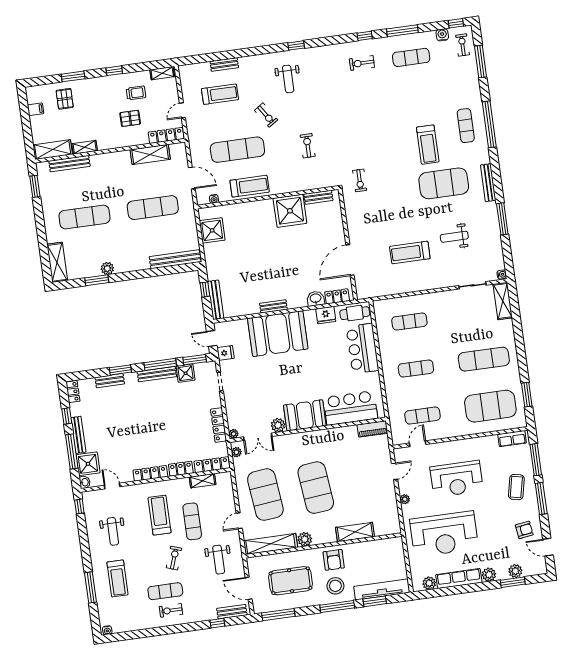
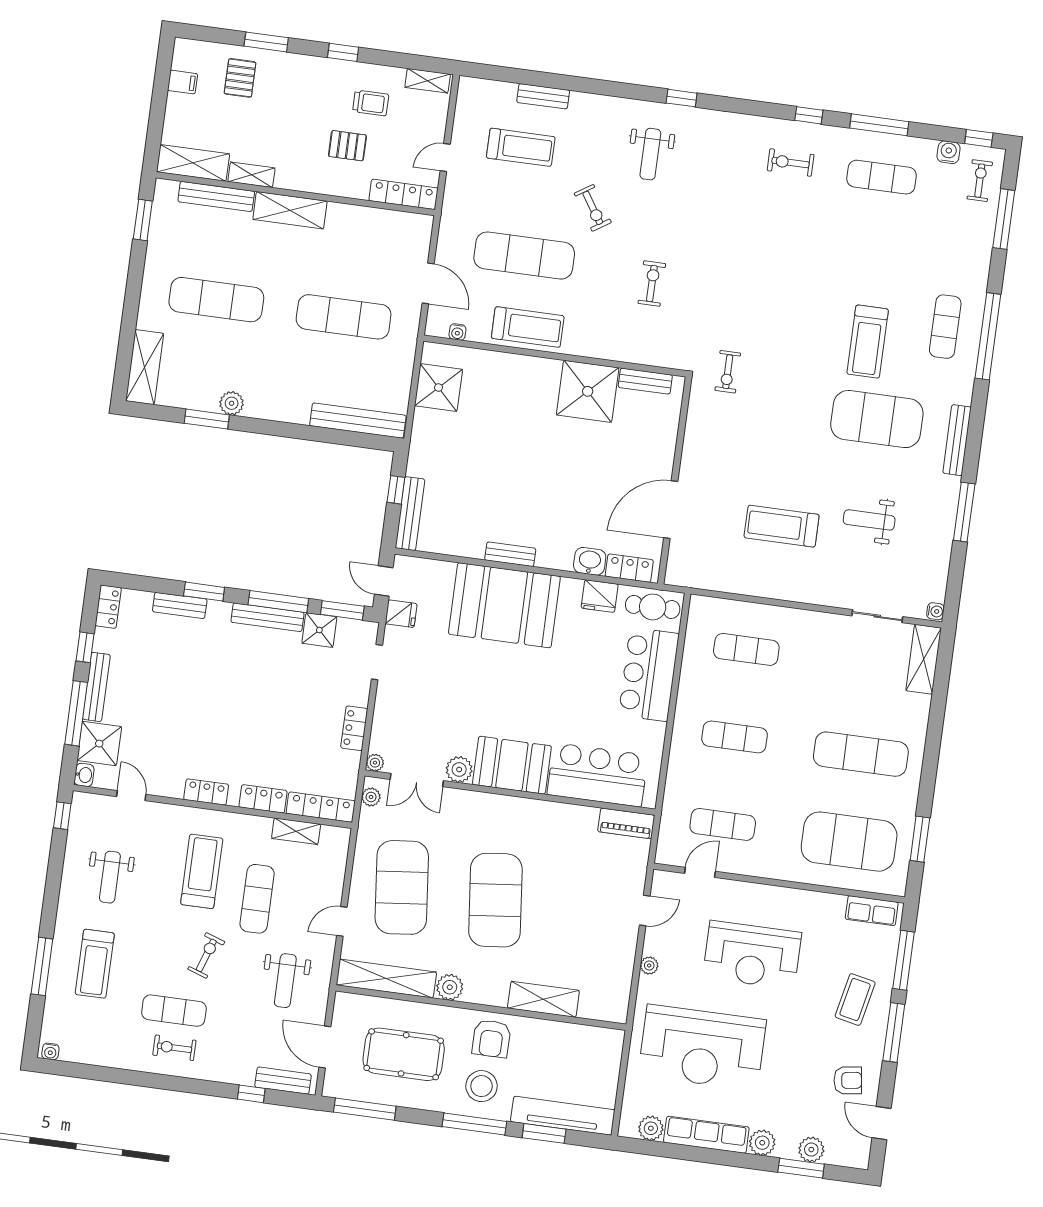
shelving: (150, 154) -> (290, 210), moved
locker: (219, 425) -> (354, 728), width x0.66
locker: (150, 473) -> (206, 792), width x0.66

